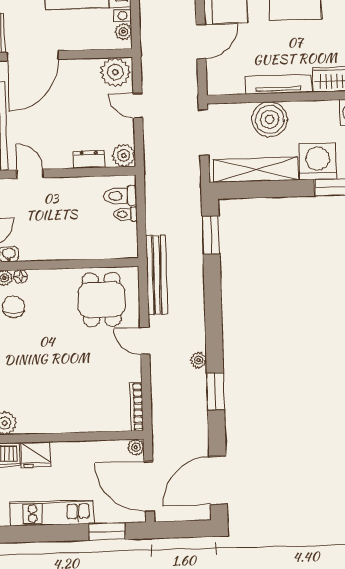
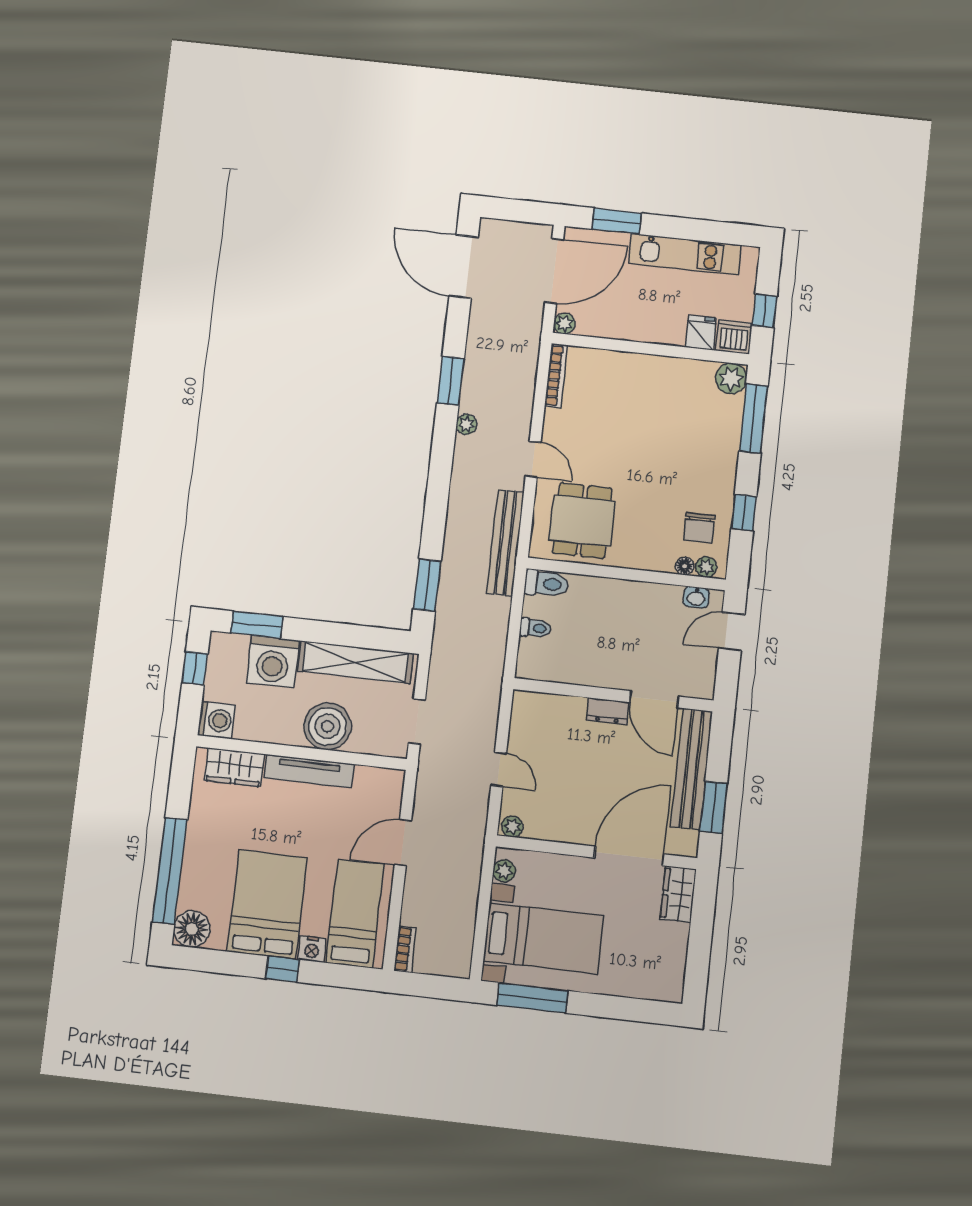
plant: (115, 72) -> (512, 826), width x0.53, depth x0.53
doorway: (204, 132) -> (417, 721), width x0.73
plant: (124, 155) -> (527, 706), removed
dresser: (89, 159) -> (608, 711), moved
door: (30, 174) -> (654, 699), width x1.38
toilet: (120, 196) -> (546, 584), moved
fridge: (36, 455) -> (701, 333), width x0.72
door: (218, 480) -> (464, 267), swing flipped
door: (149, 486) -> (554, 271), hinge flipped

